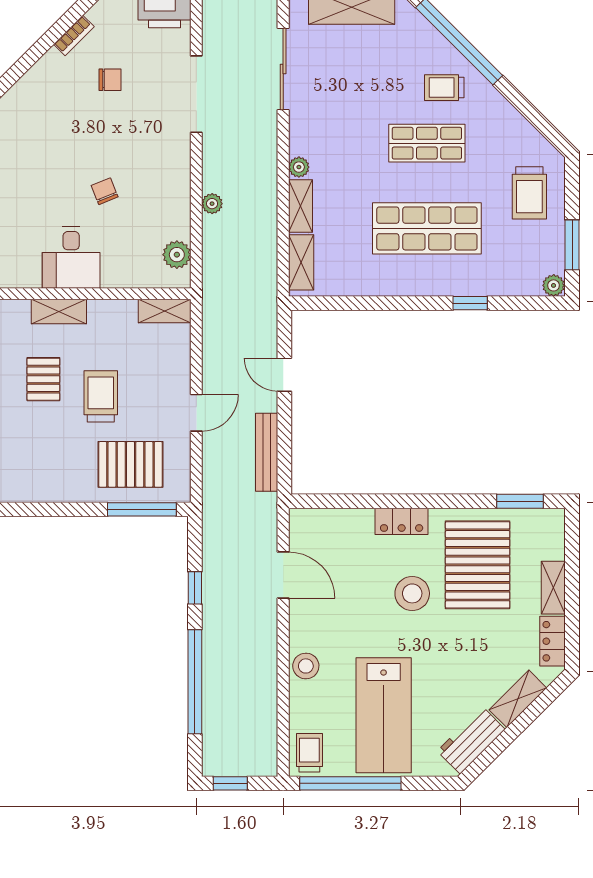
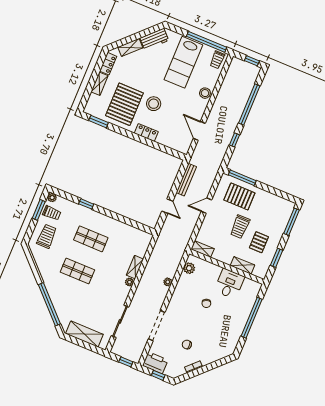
trolley: (444, 88) -> (52, 213), moved
shop shelf: (427, 228) -> (91, 239), width x0.70, depth x0.74
shelving: (301, 262) -> (144, 246), removed
lab bench: (384, 715) -> (183, 62), turned 180

